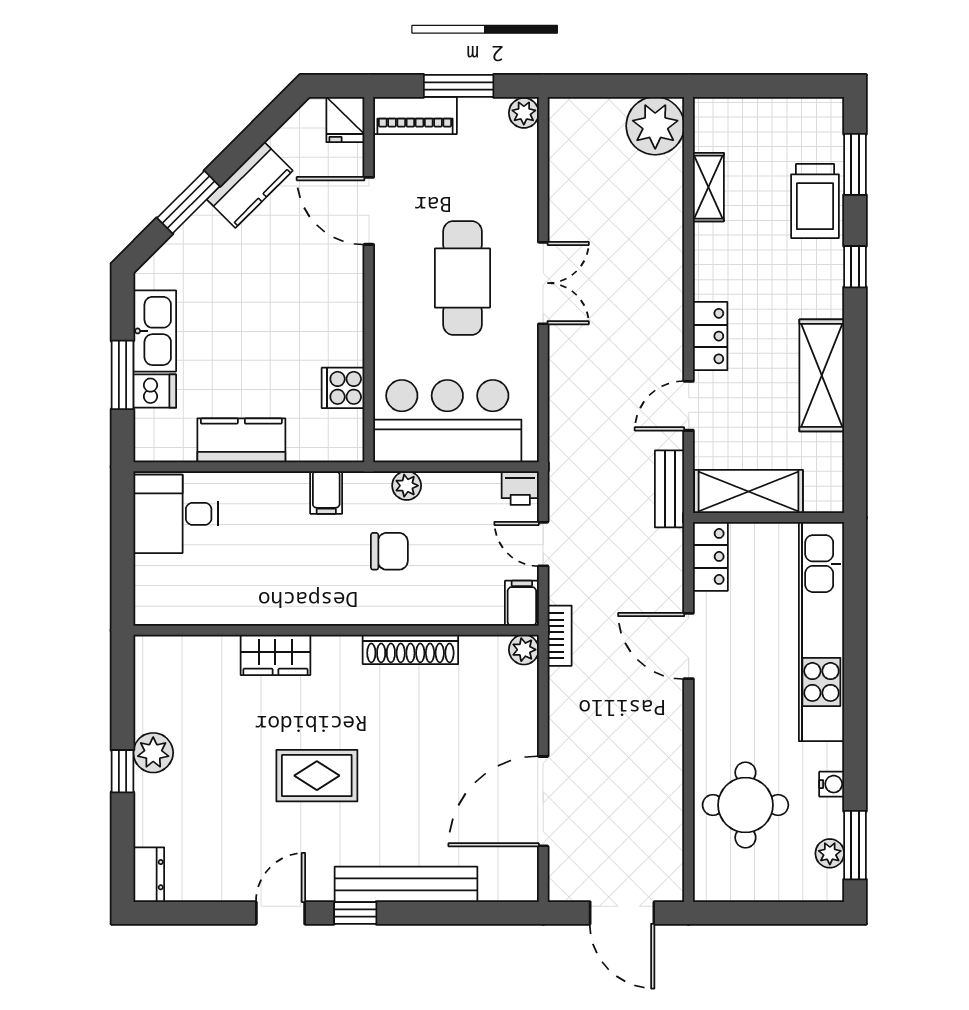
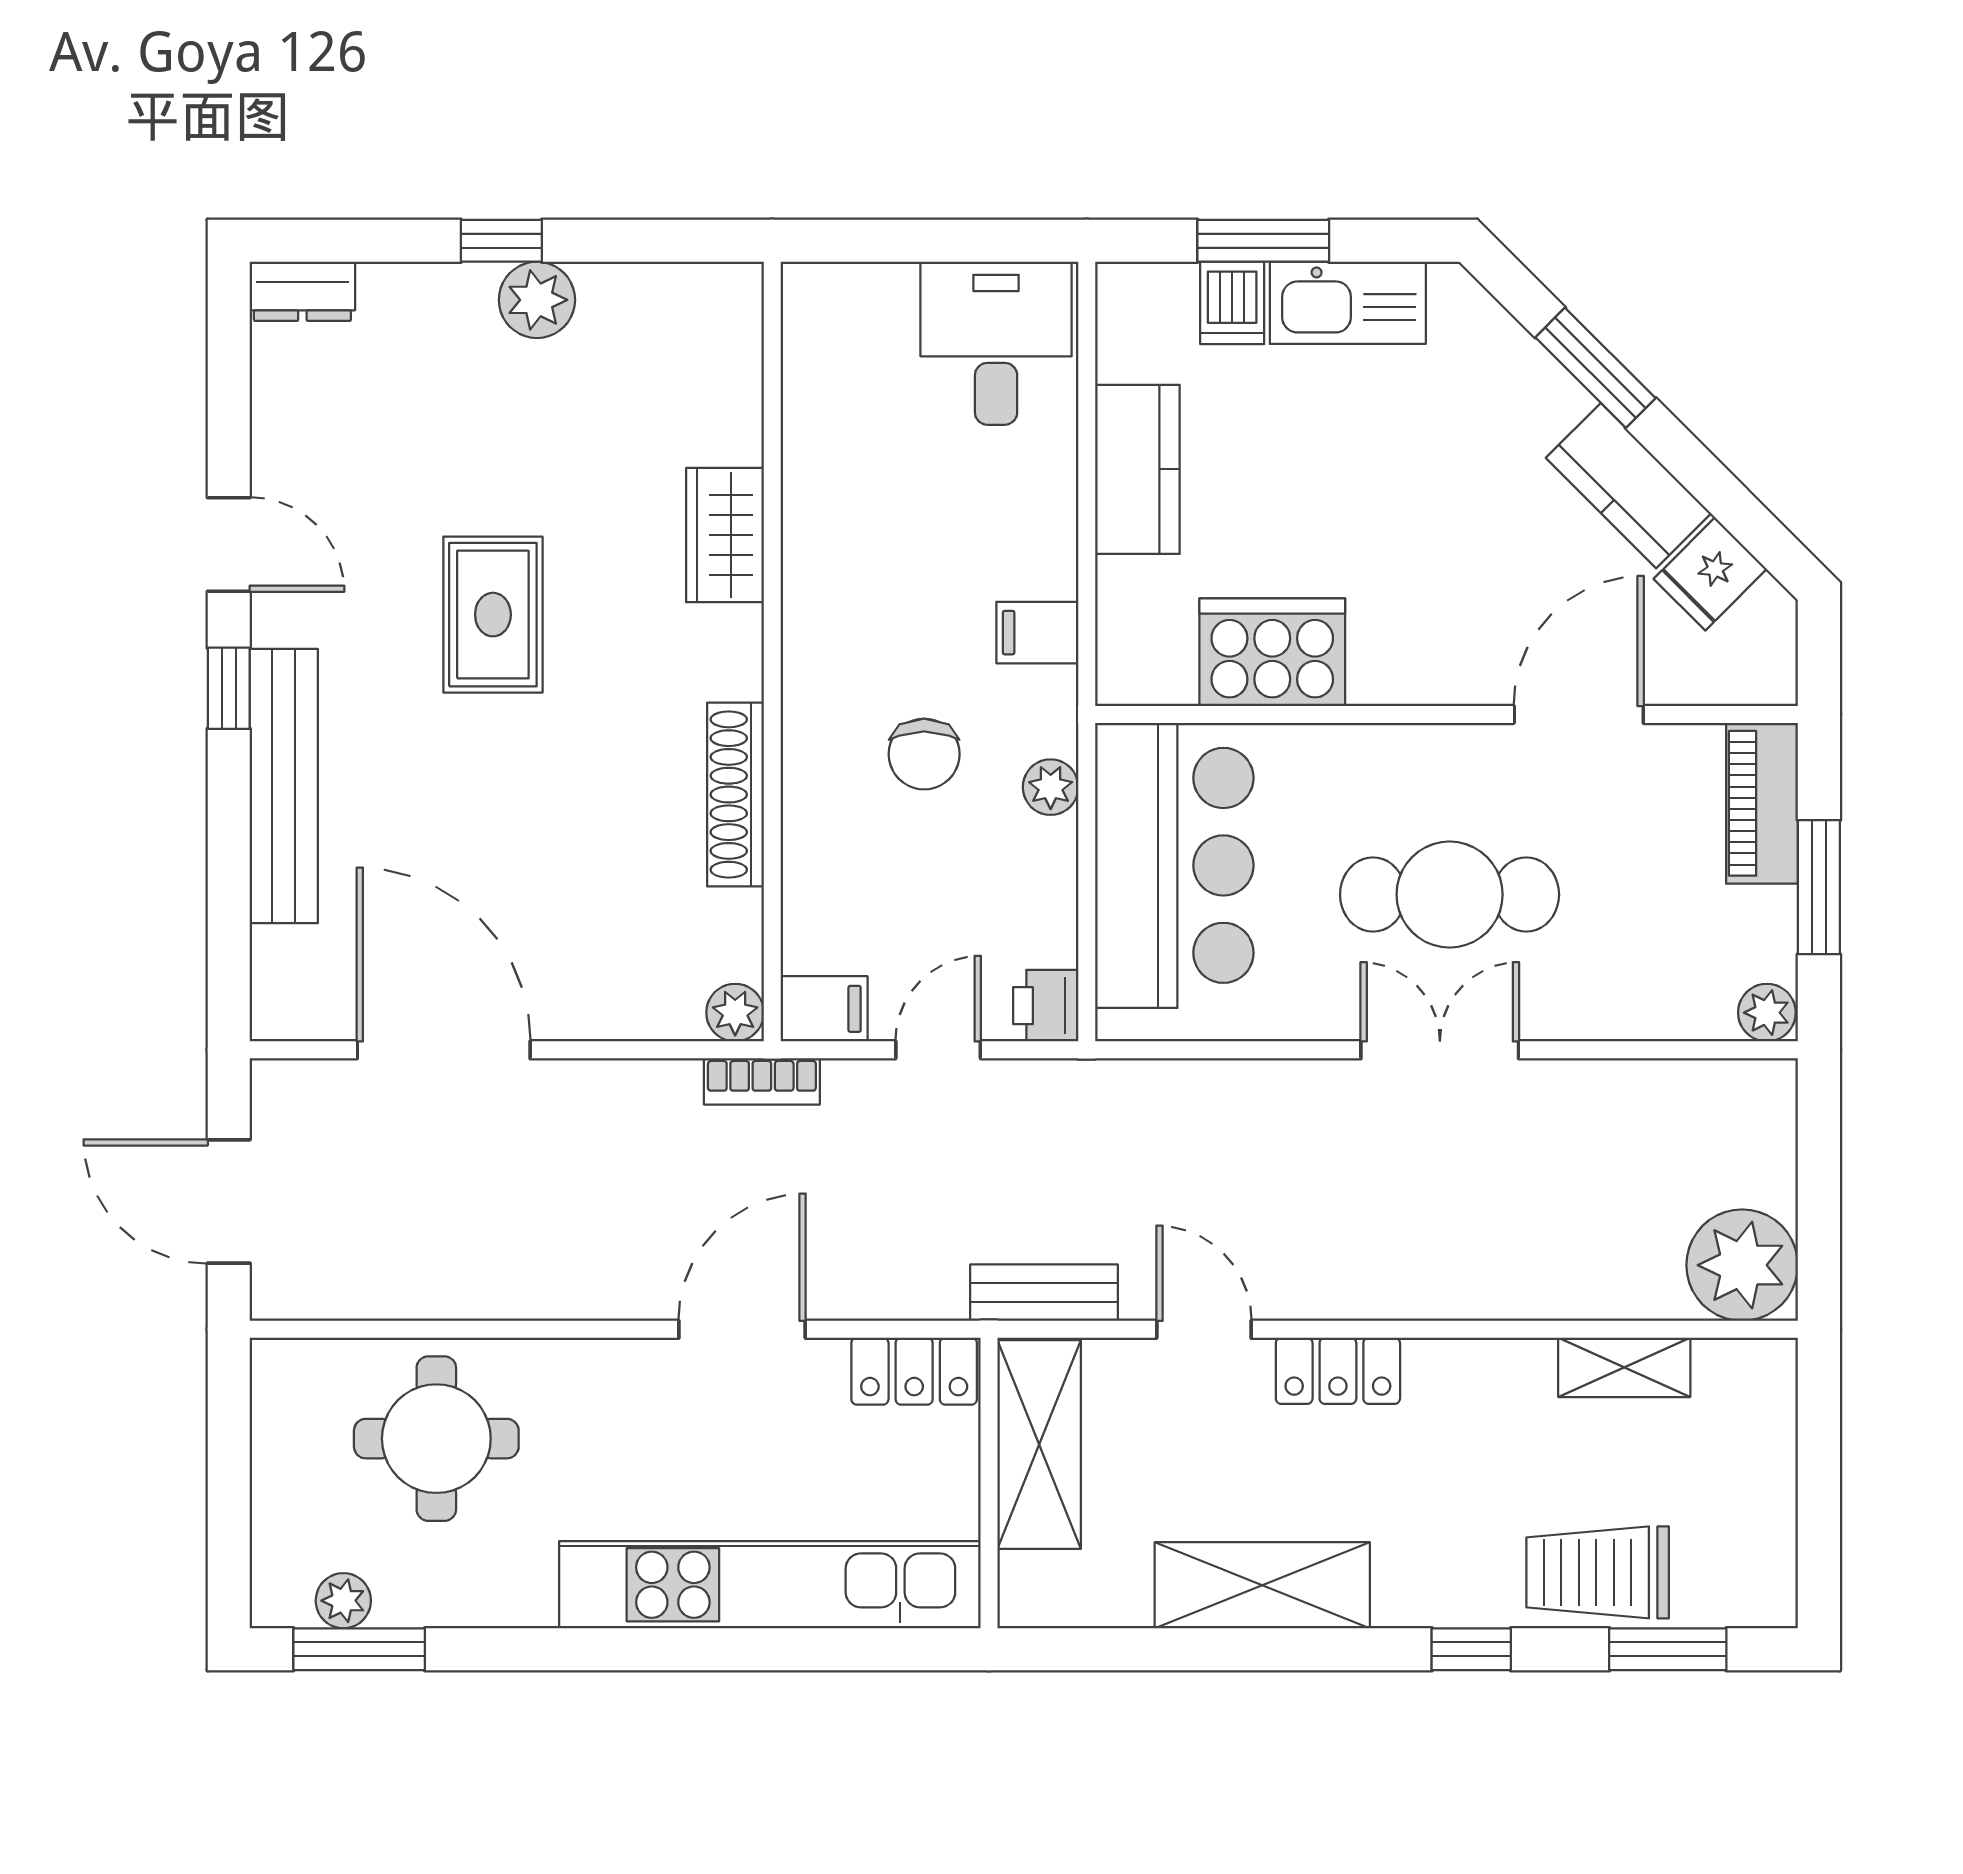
fridge: (345, 120) -> (1710, 574), moved, turned -45
double door: (543, 283) -> (1440, 1050), swing flipped
cooker: (343, 388) -> (1272, 652), width x1.87, depth x1.31
water cooler: (832, 784) -> (477, 1604), removed
door: (622, 913) -> (229, 1201), hinge flipped

